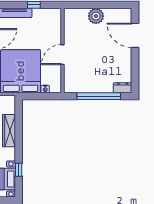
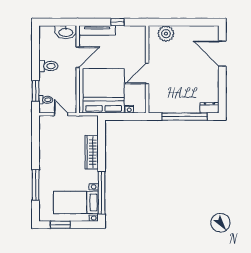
plant: (96, 16) -> (166, 34), moved
window: (19, 170) -> (102, 193), width x3.17

